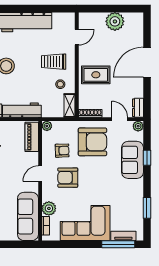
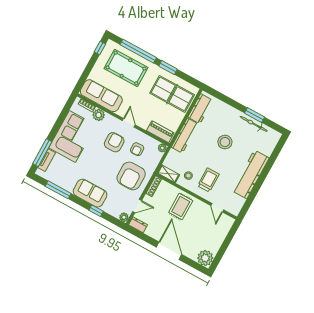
plant: (115, 21) -> (205, 258), moved
sofa: (133, 160) -> (90, 193), moved
window: (147, 208) -> (58, 190), width x1.44

